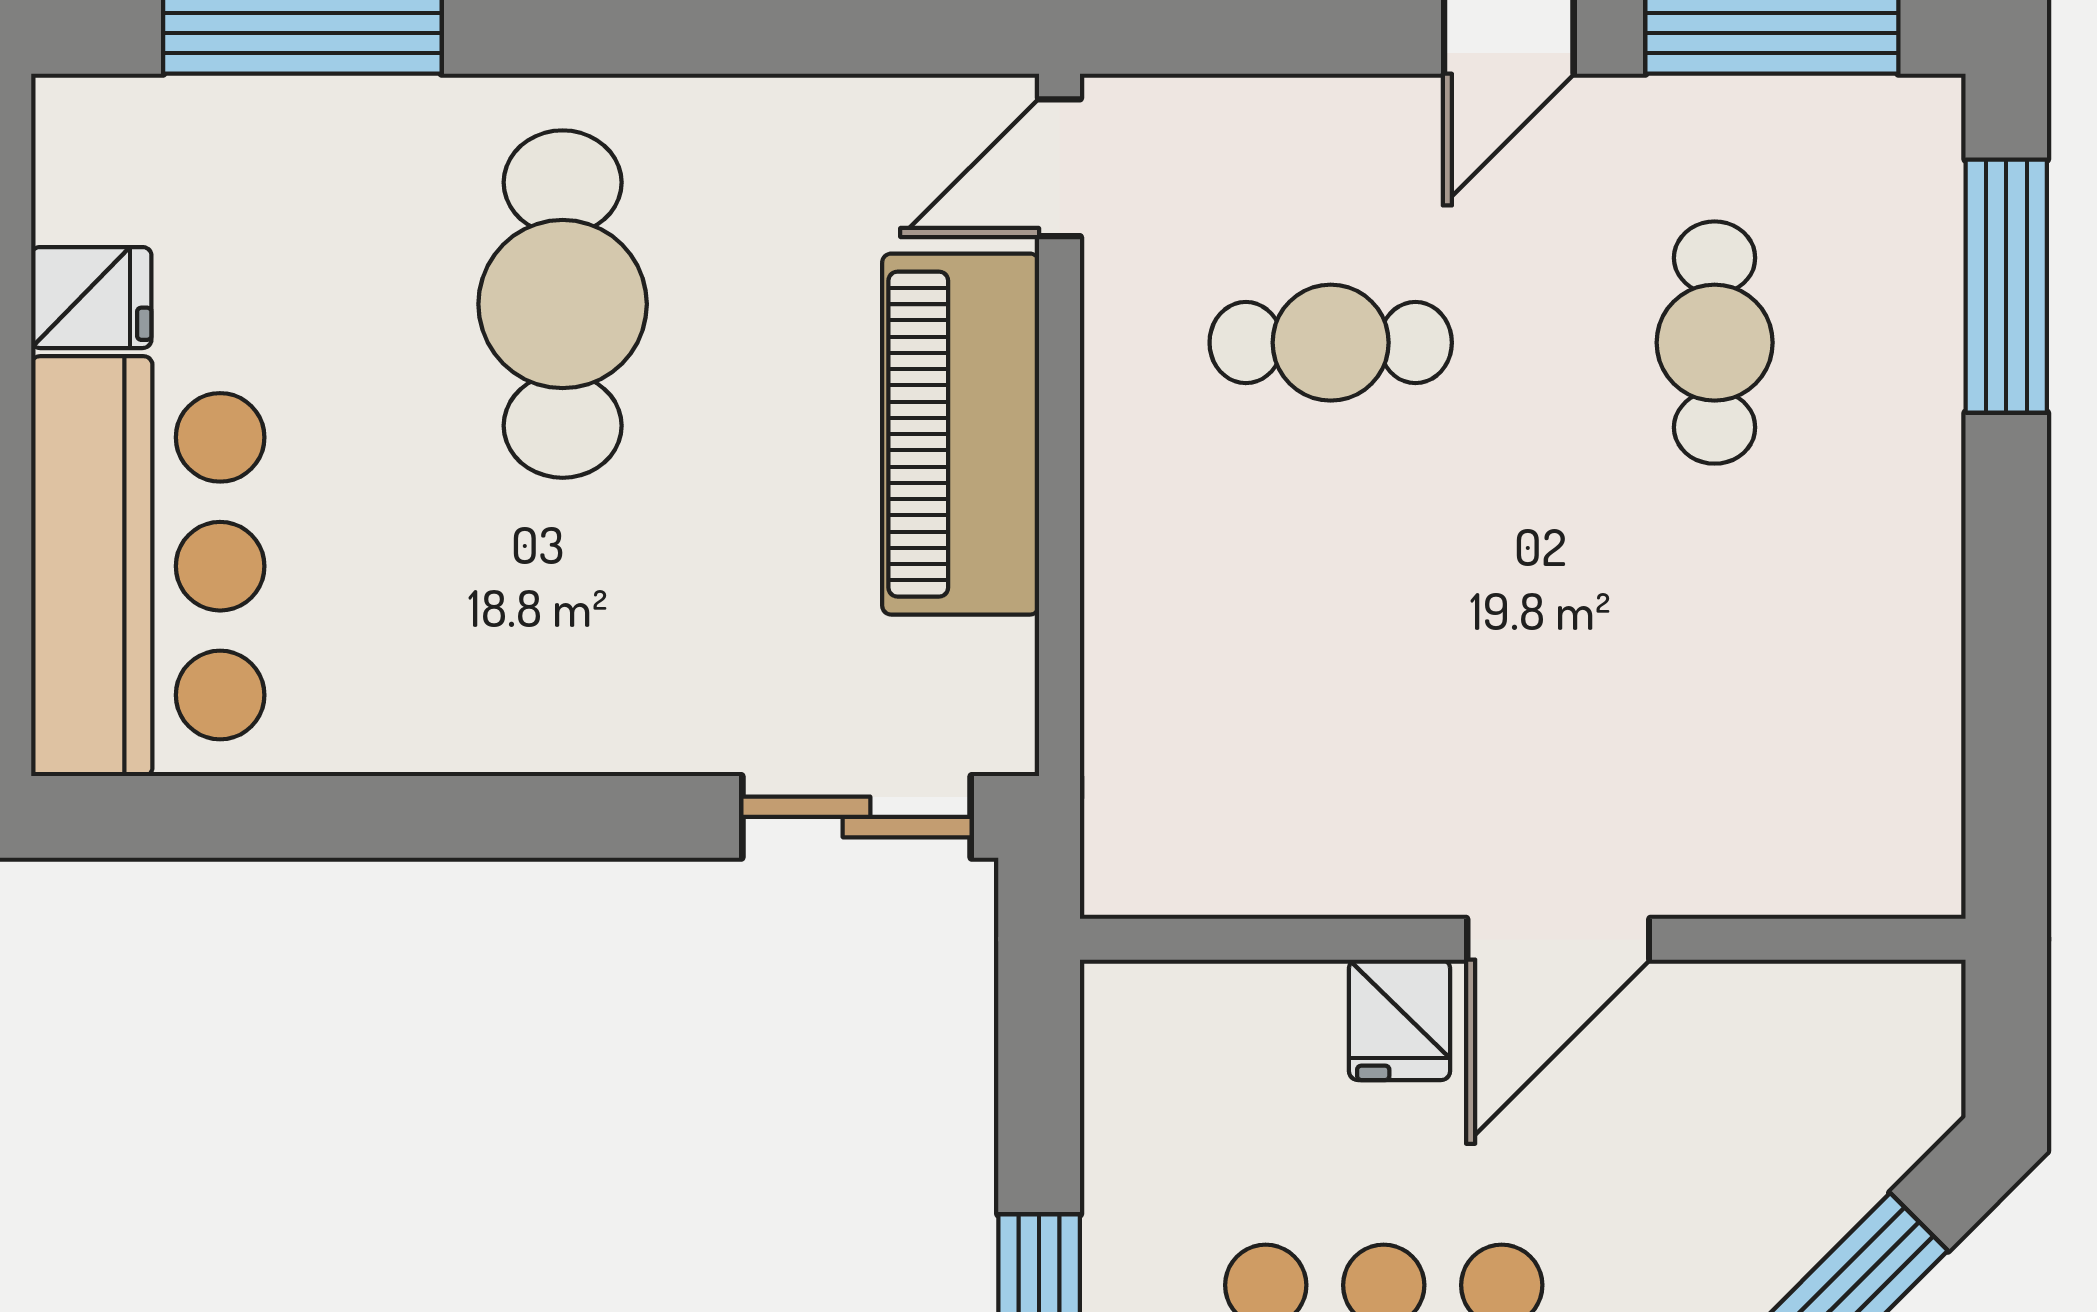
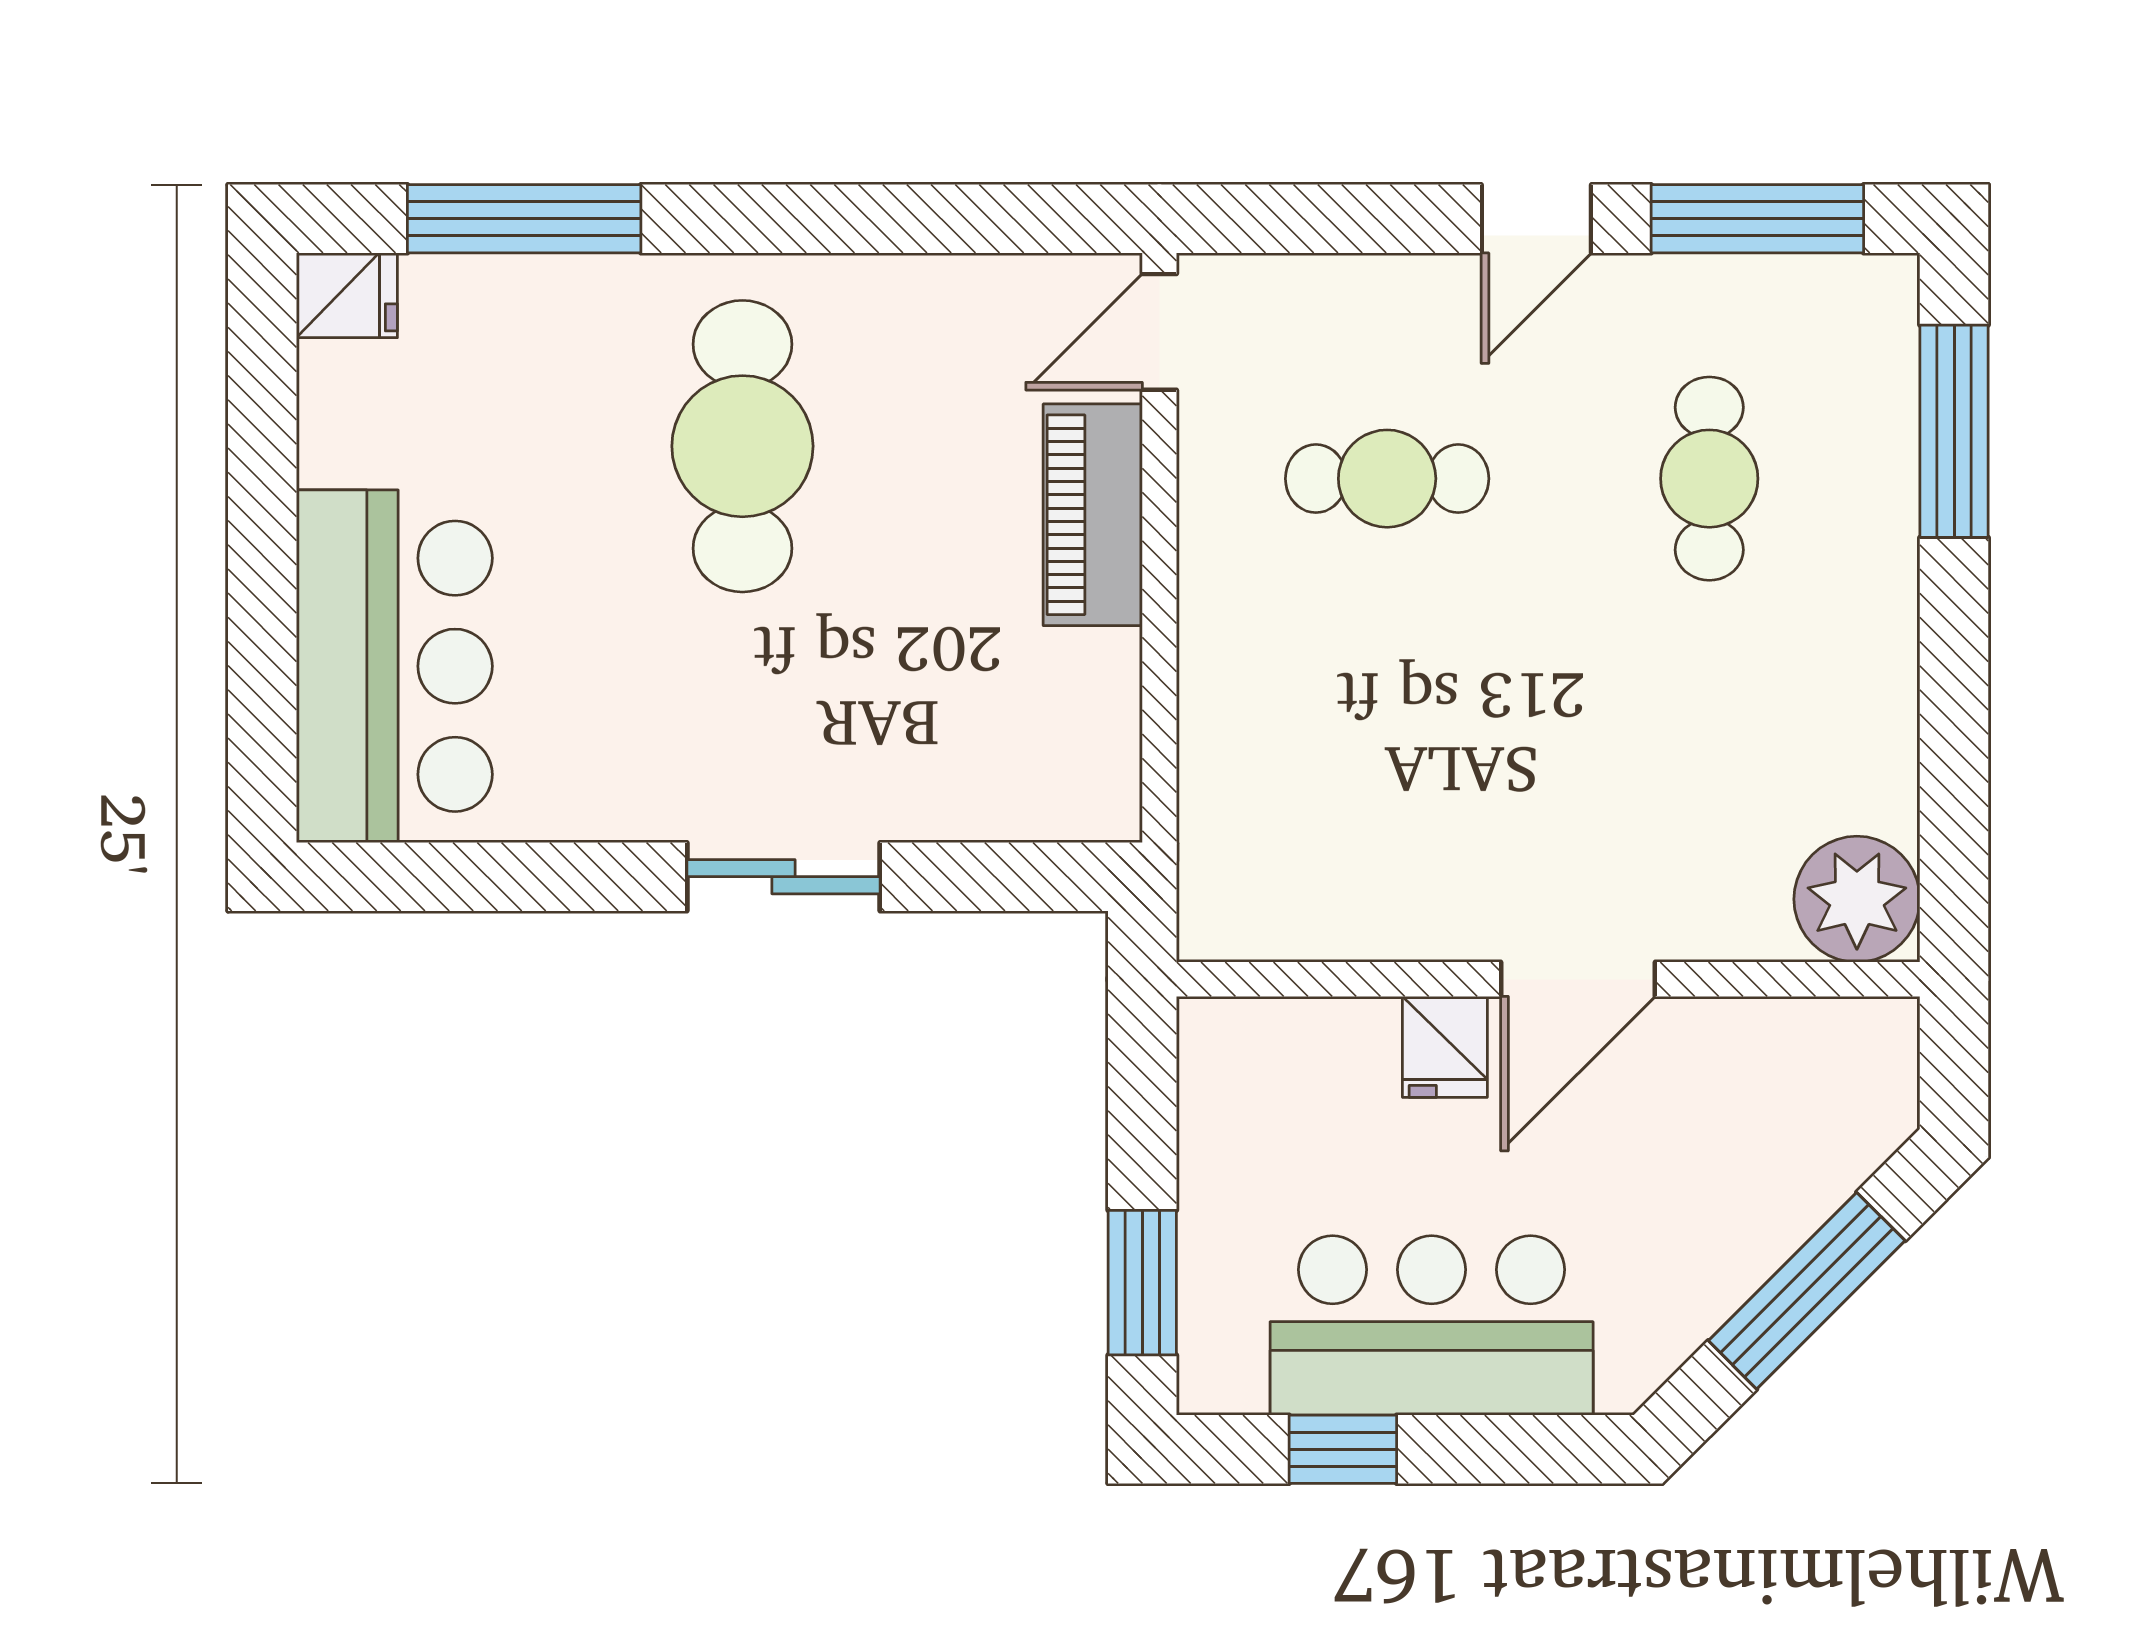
fridge: (91, 298) -> (347, 295), moved
piano: (961, 434) -> (1093, 515), width x0.73, depth x0.75
sliding door: (856, 817) -> (783, 877), moved
plant: (1891, 844) -> (1857, 899), added

